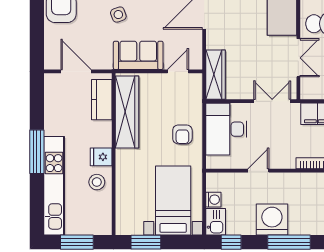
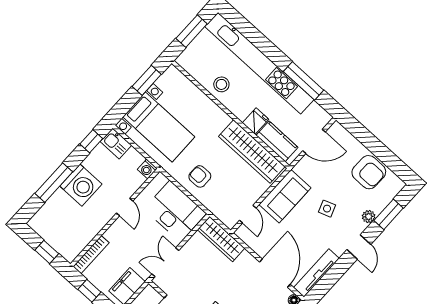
double door: (272, 101) -> (165, 262), swing flipped
window: (37, 152) -> (303, 81), moved
fridge: (101, 157) -> (256, 121), moved
kitchen unit: (54, 186) -> (259, 63), width x1.36
washing machine: (213, 200) -> (147, 169), moved

